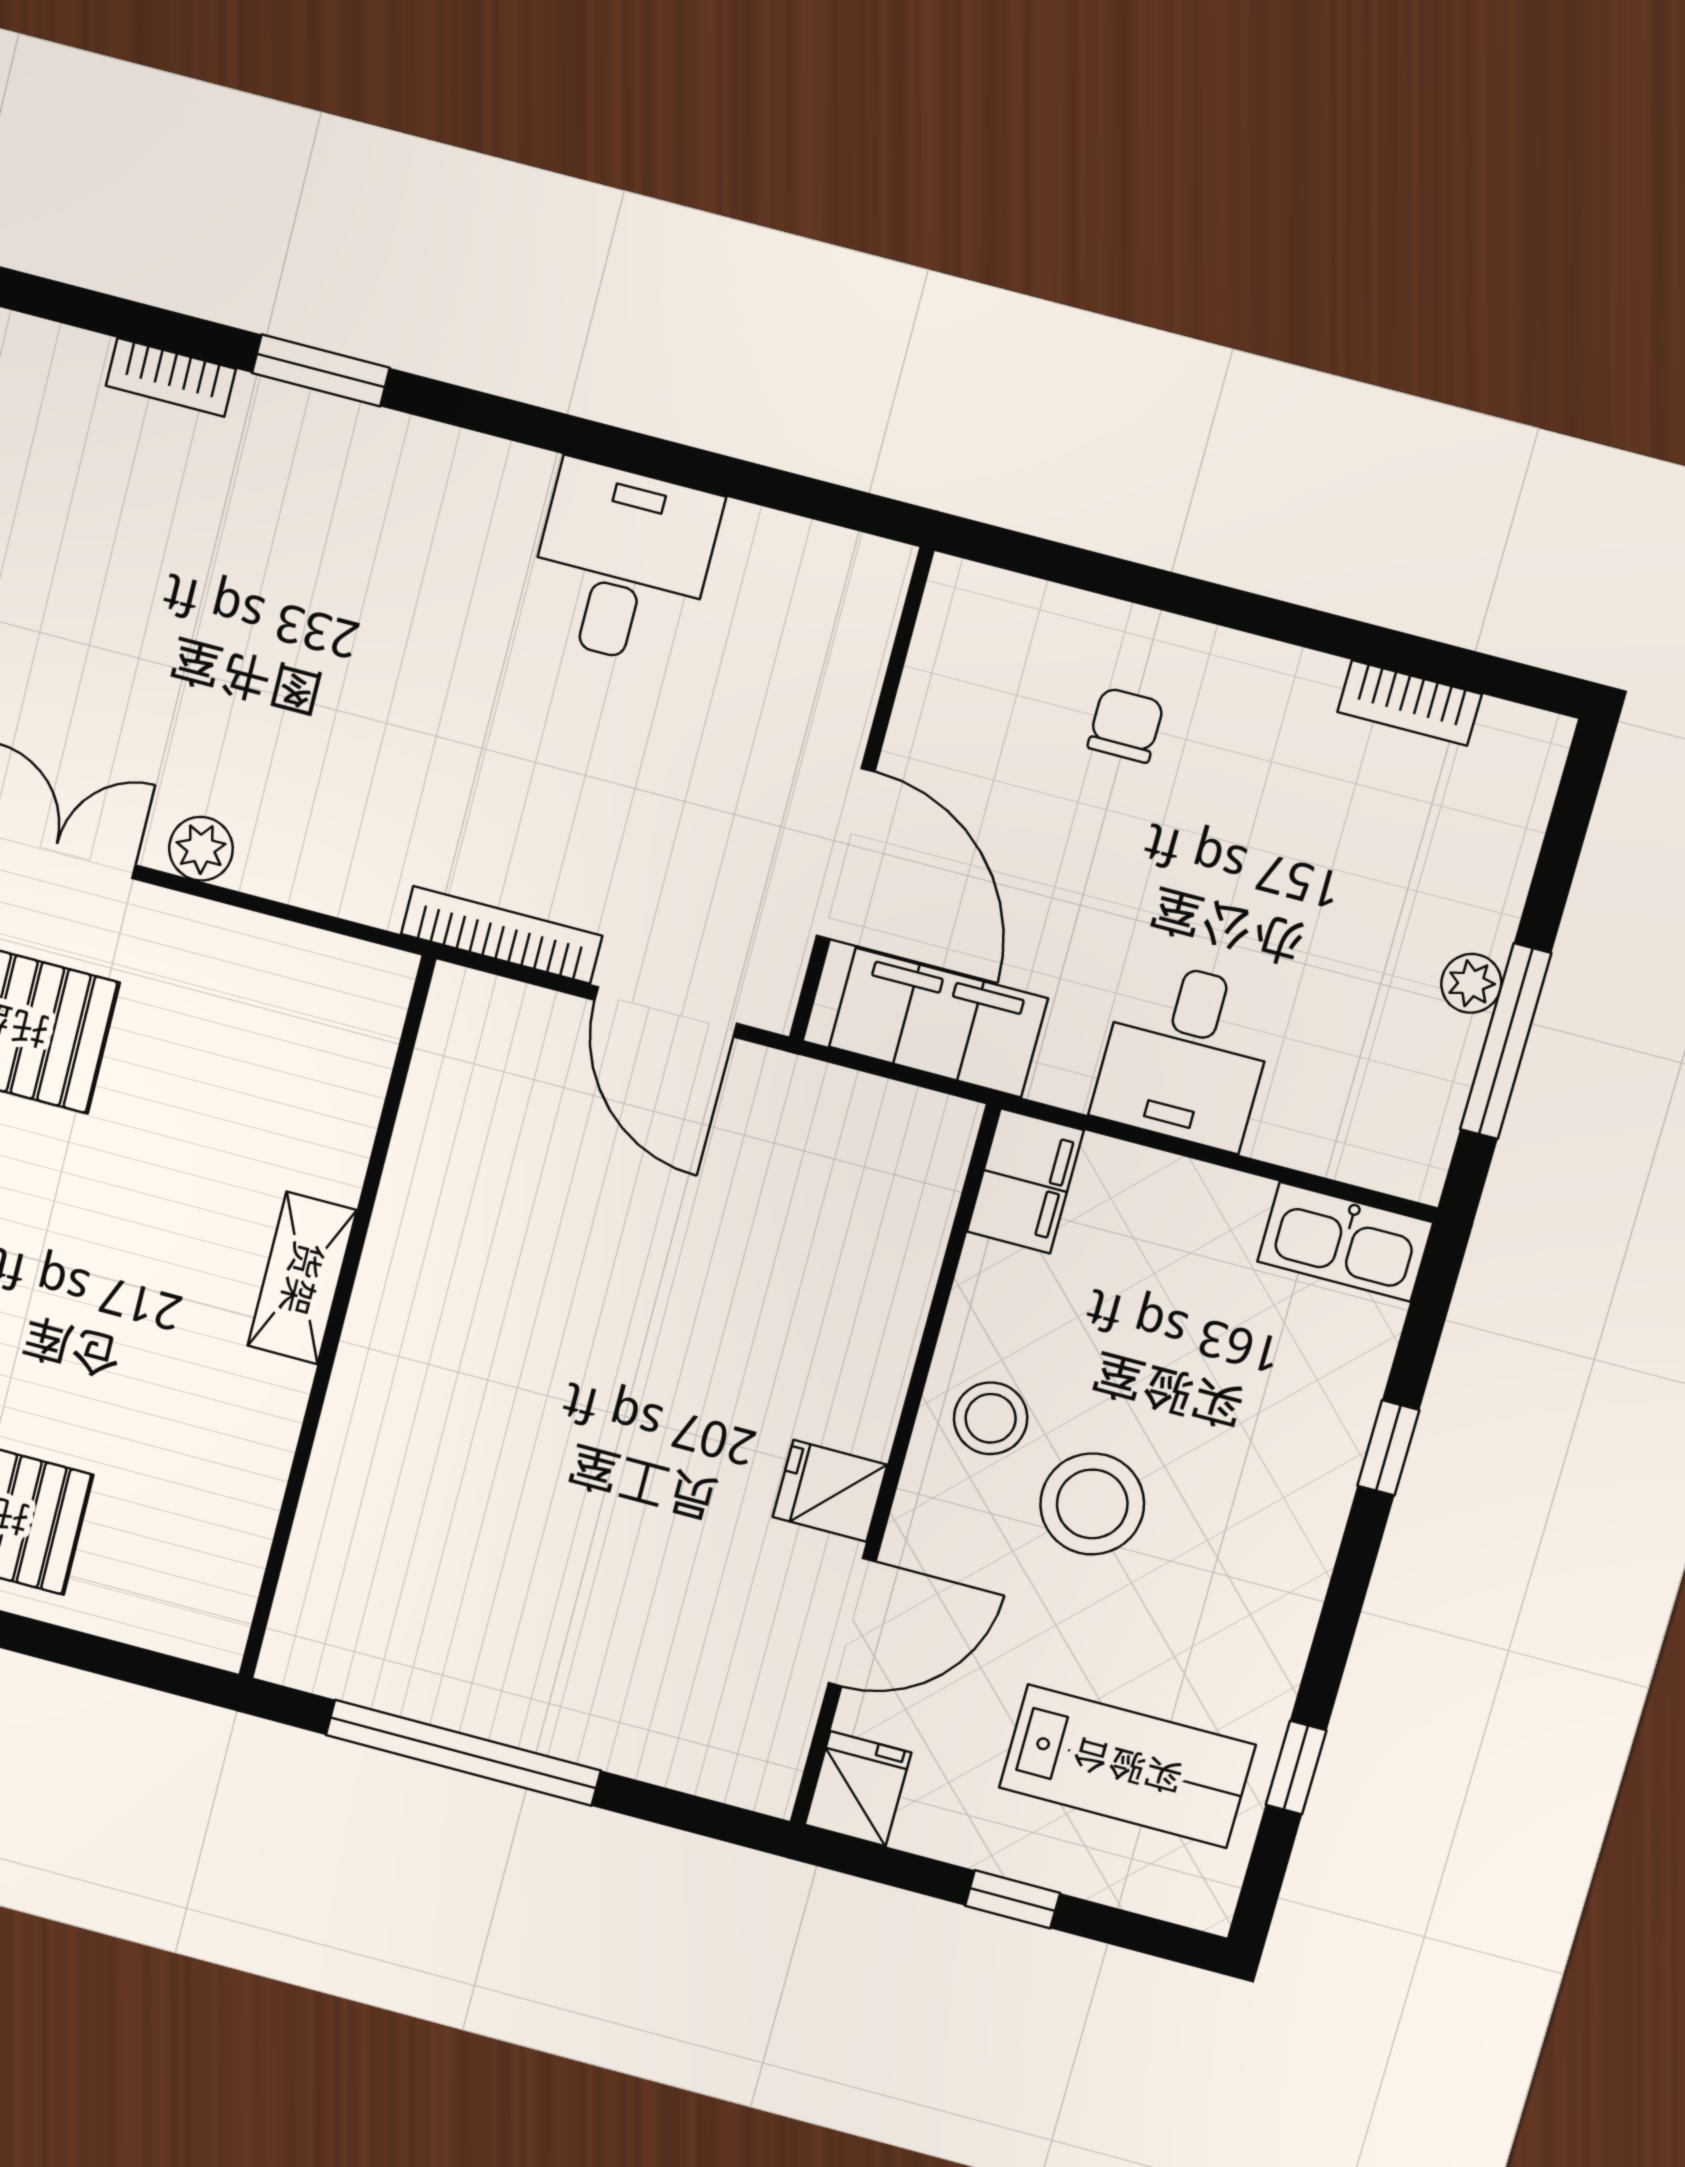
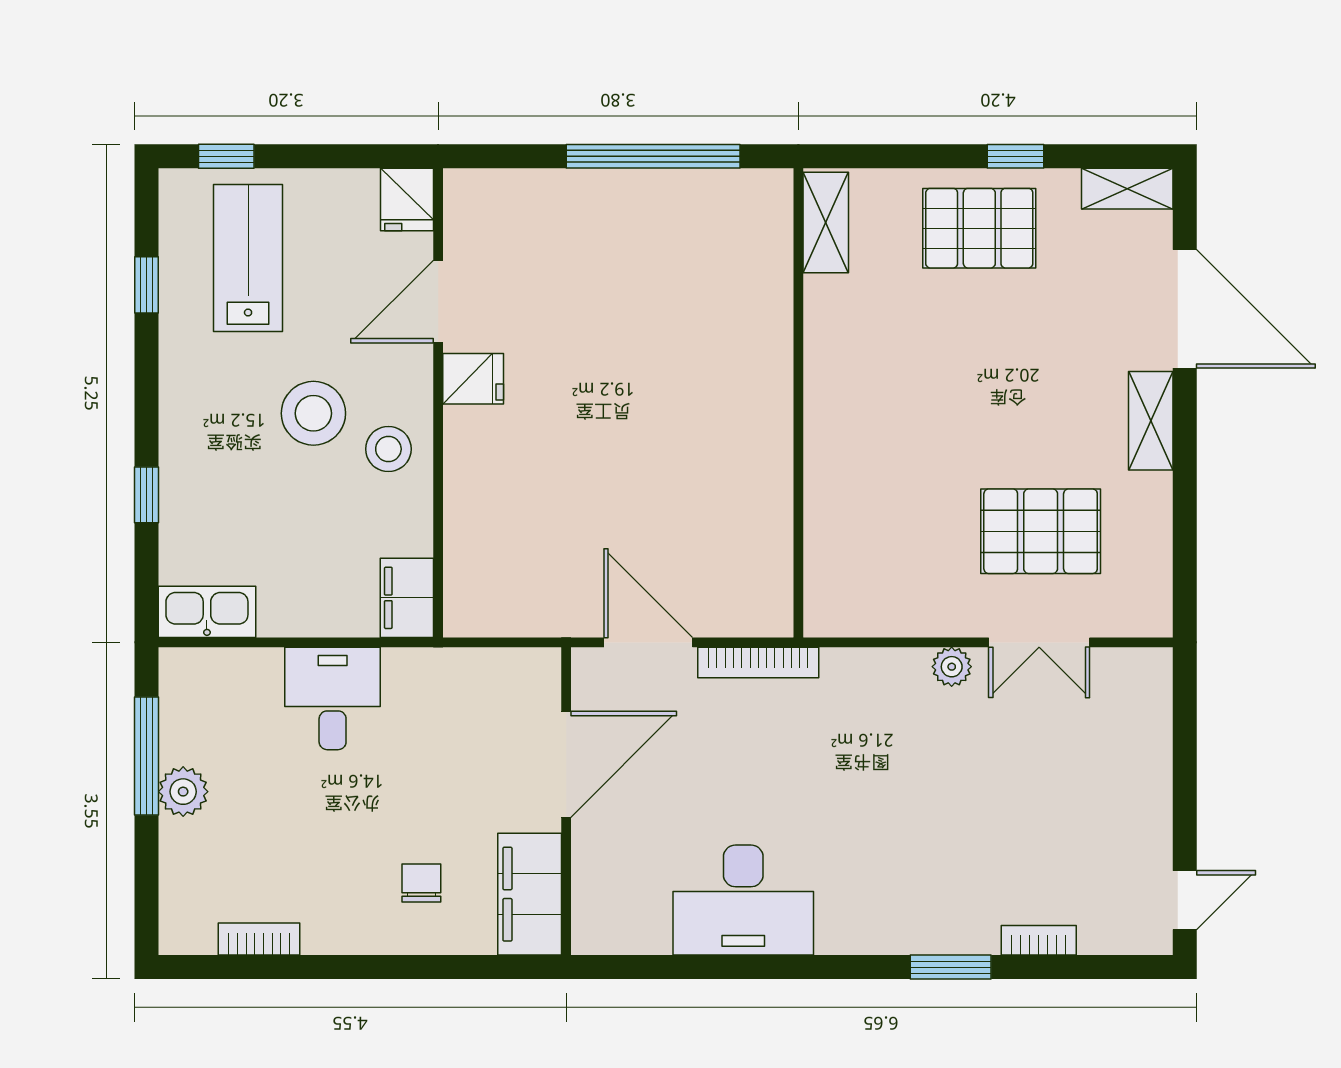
desk: (622, 564) -> (743, 900), width x1.37
chair: (1126, 725) -> (421, 883), turned 180
door: (846, 854) -> (566, 764), swing flipped
plant: (1471, 983) -> (183, 792), width x1.38, depth x1.38
filing cabinet: (938, 1023) -> (530, 894), moved, turned 90
shelving: (302, 1278) -> (826, 222), moved
lab bench: (1127, 1766) -> (248, 258), turned 90
window: (1013, 1899) -> (226, 156), moved

